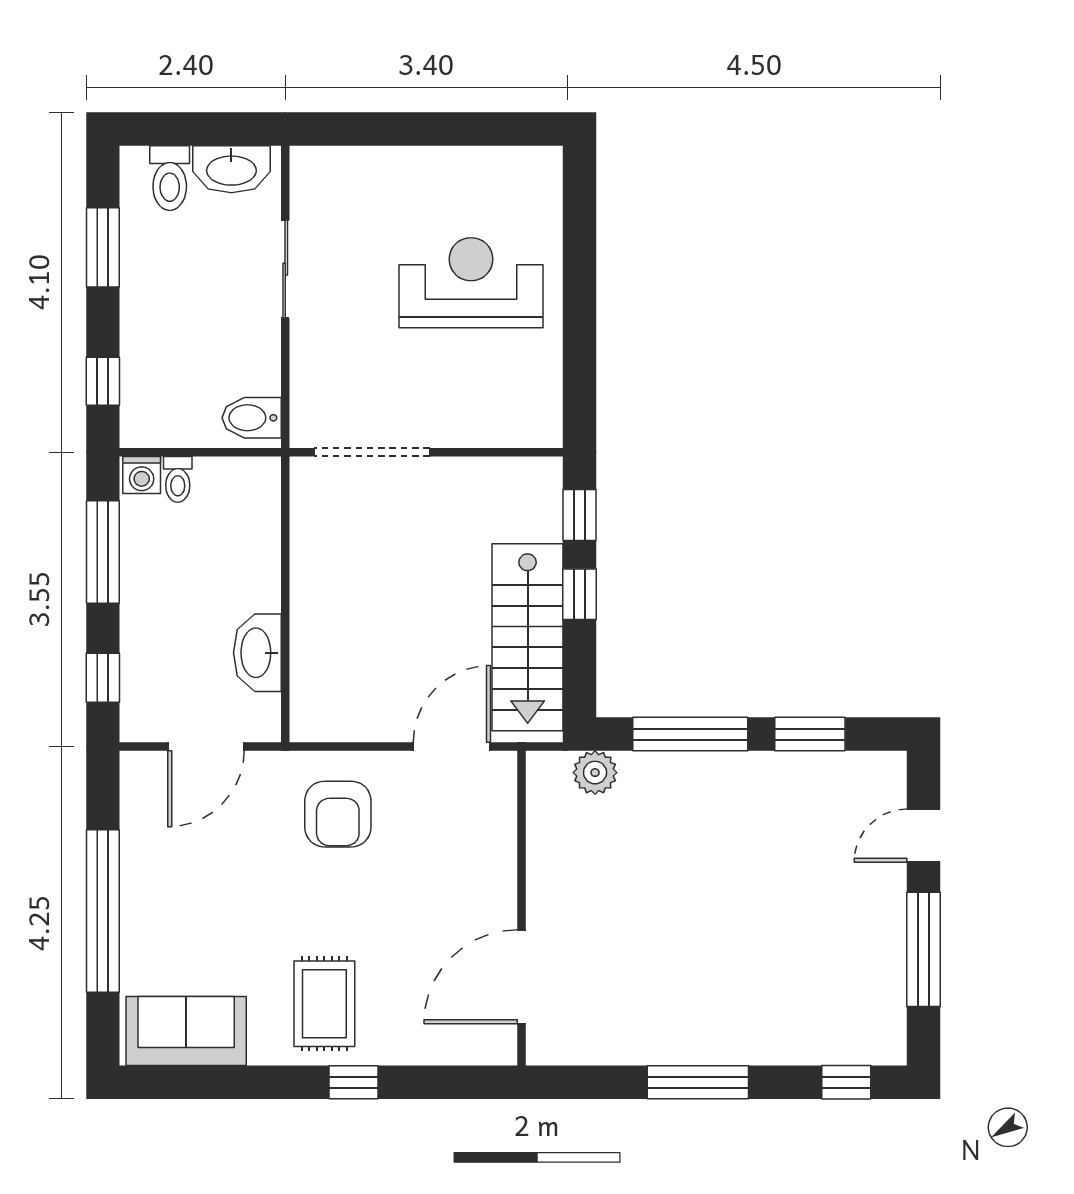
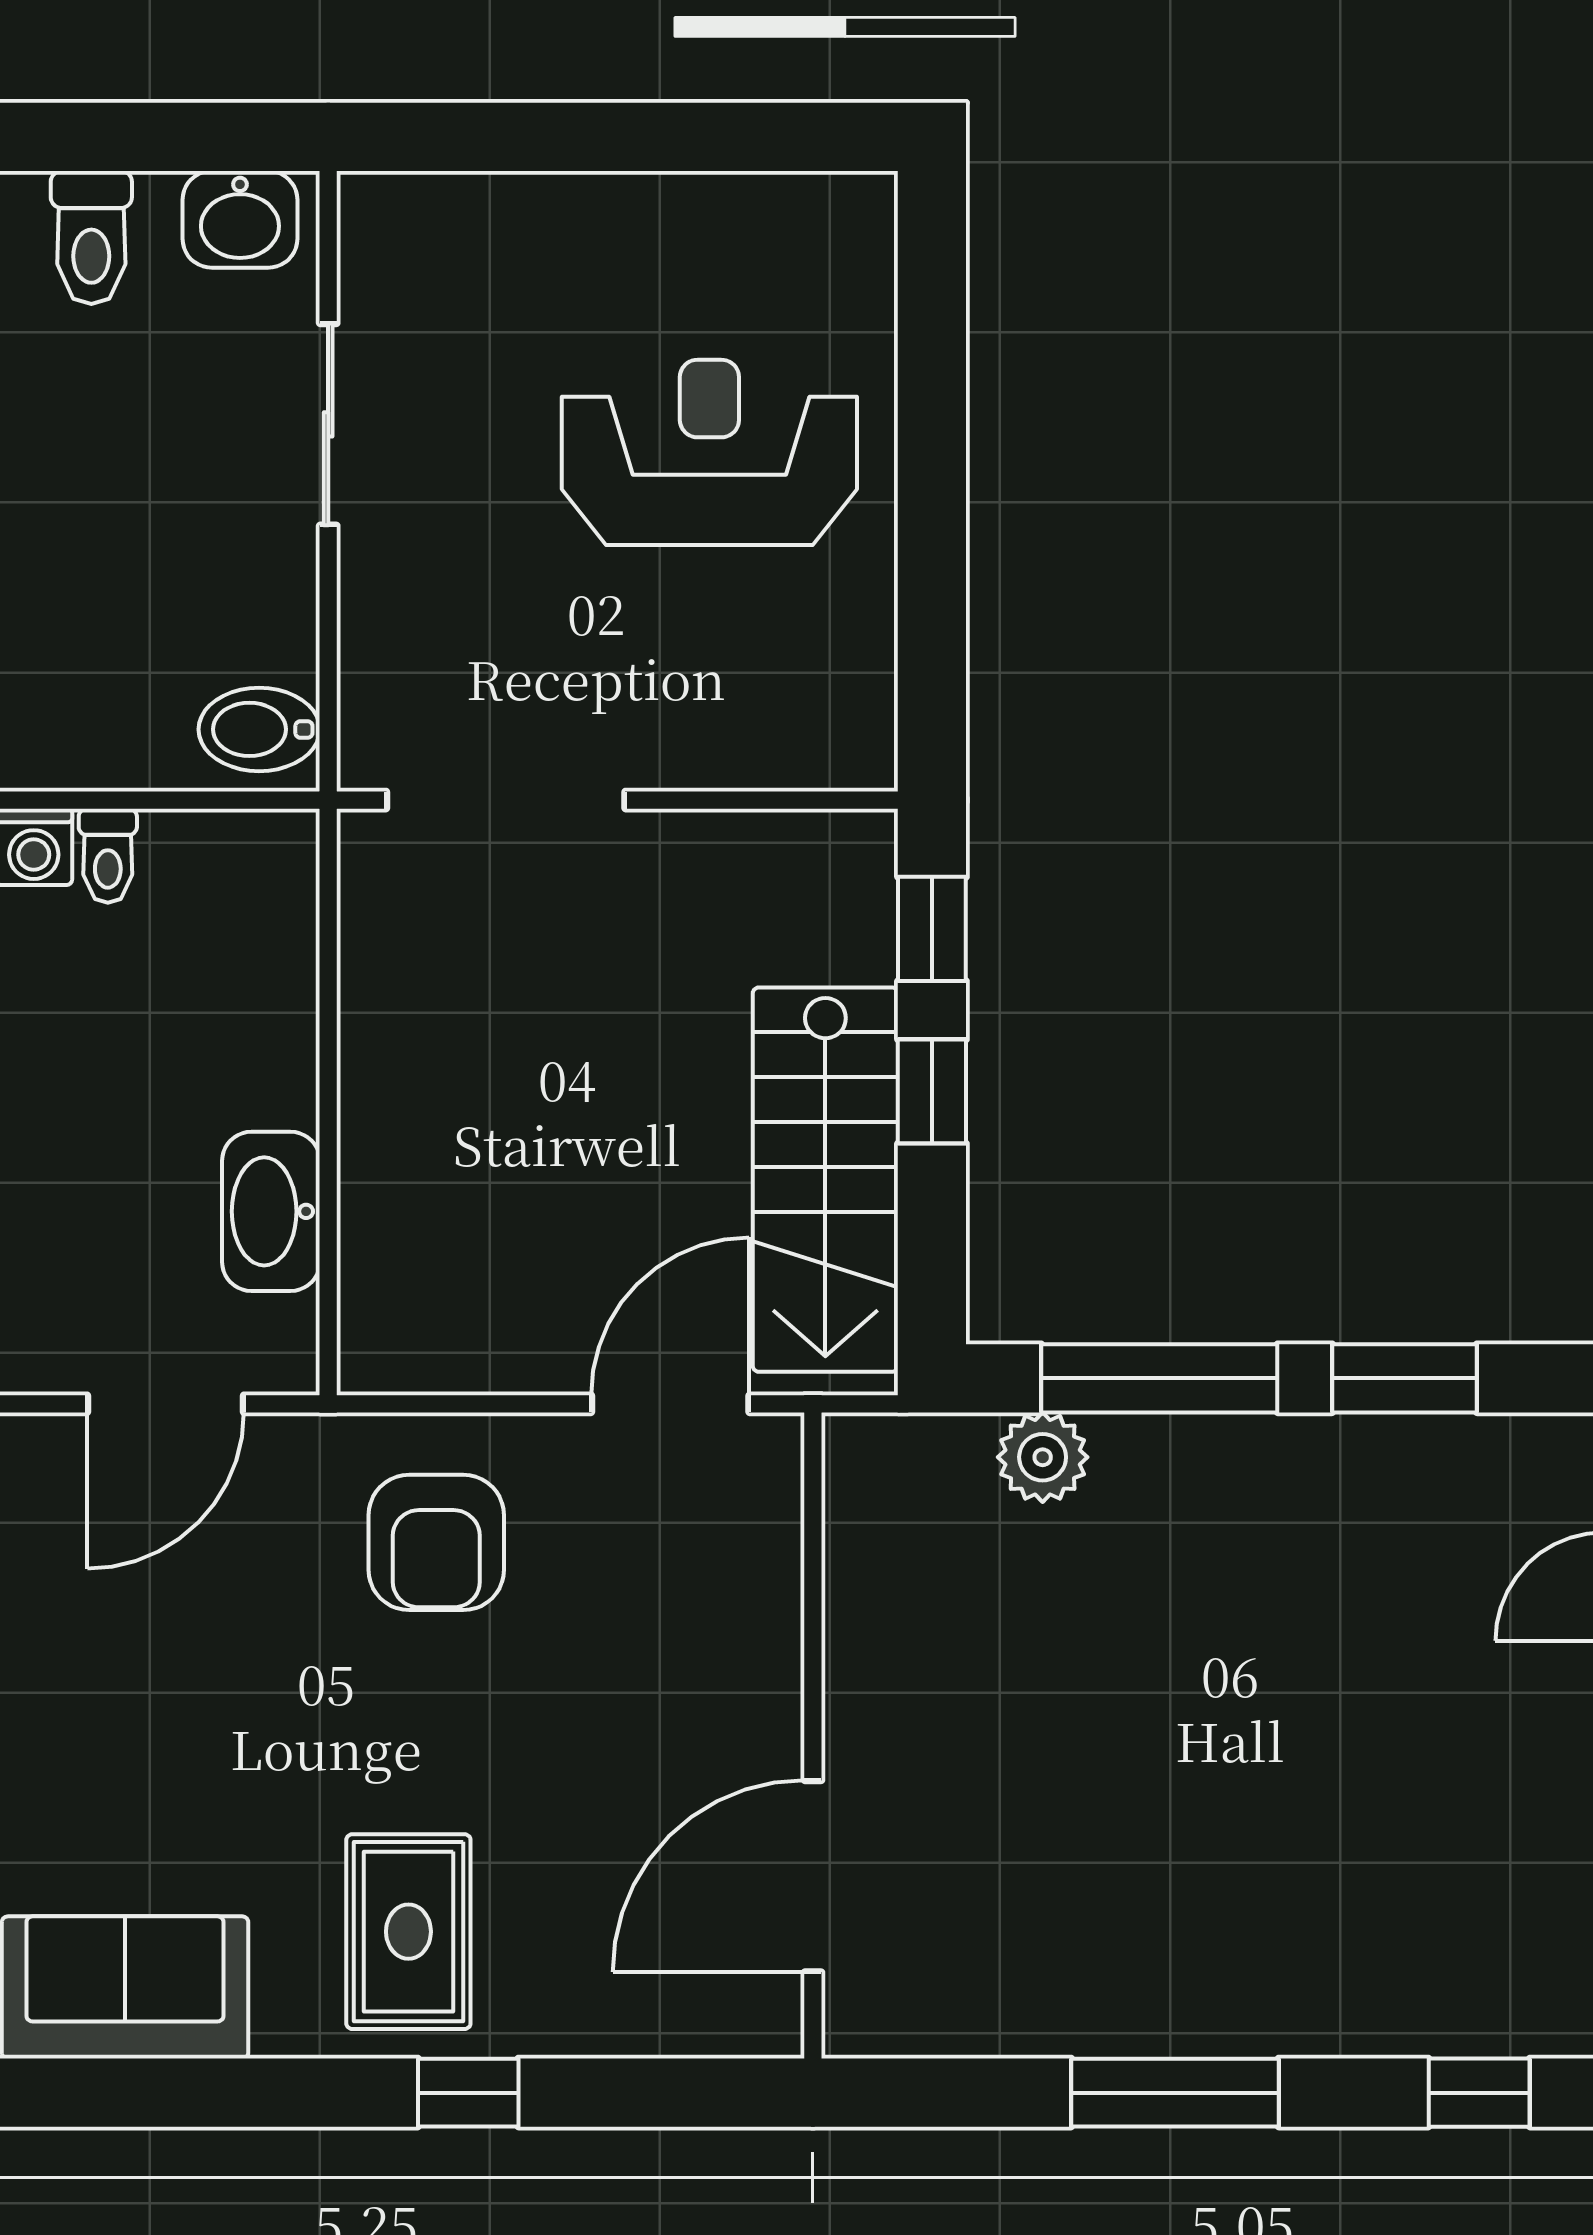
washbasin: (231, 169) -> (240, 219), width x0.72
plant: (595, 773) -> (1043, 1457), moved

